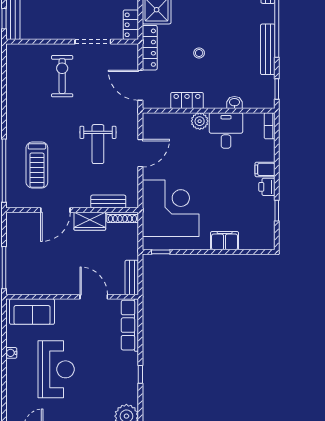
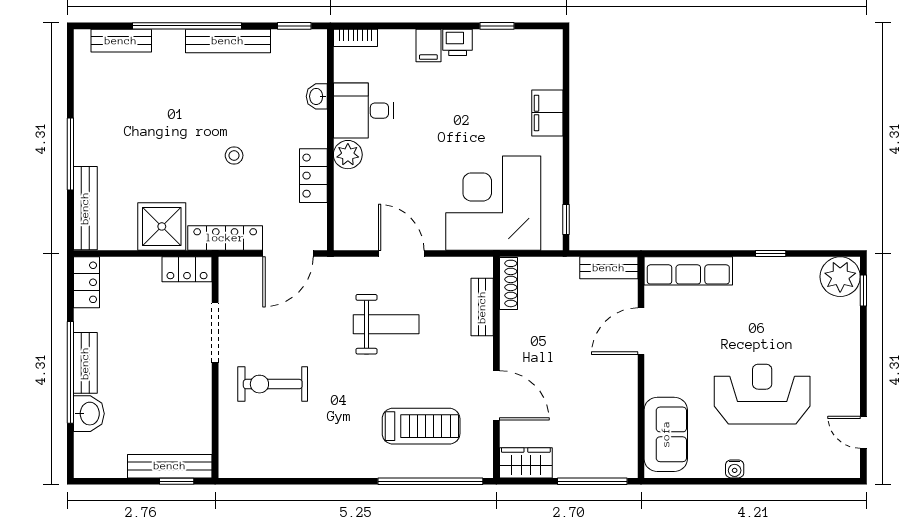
wardrobe: (90, 221) -> (526, 463), moved, turned -90

